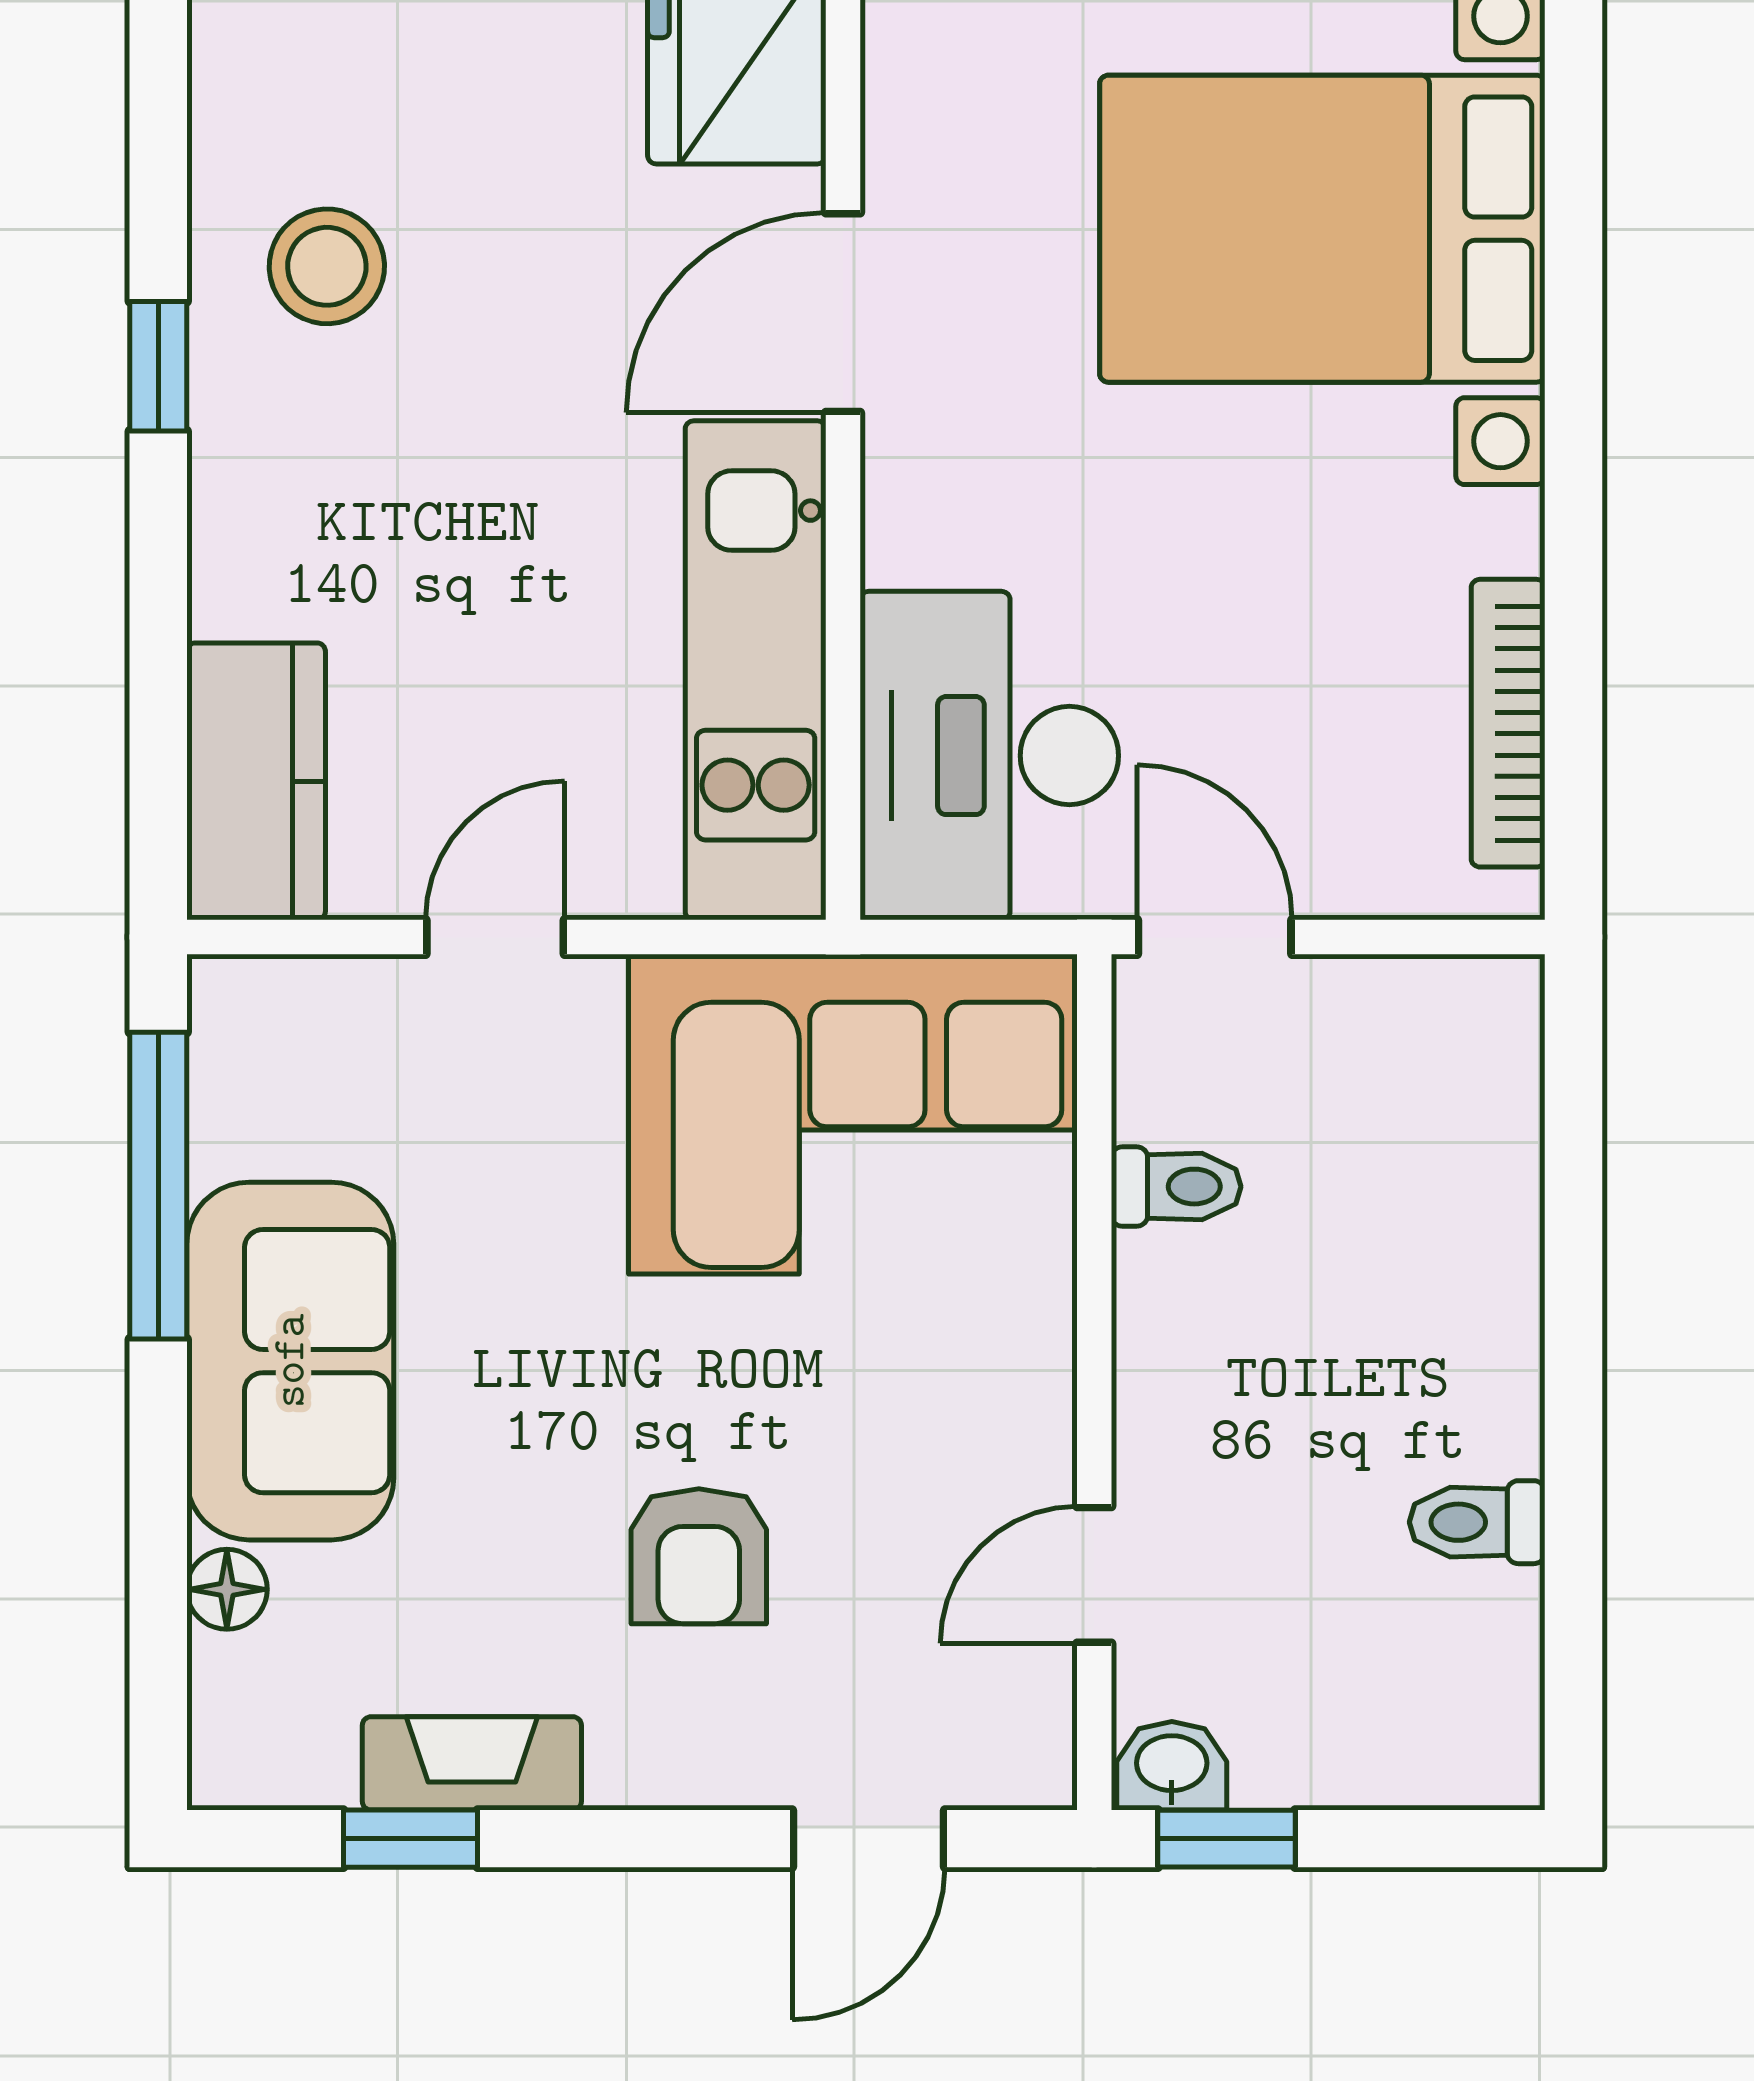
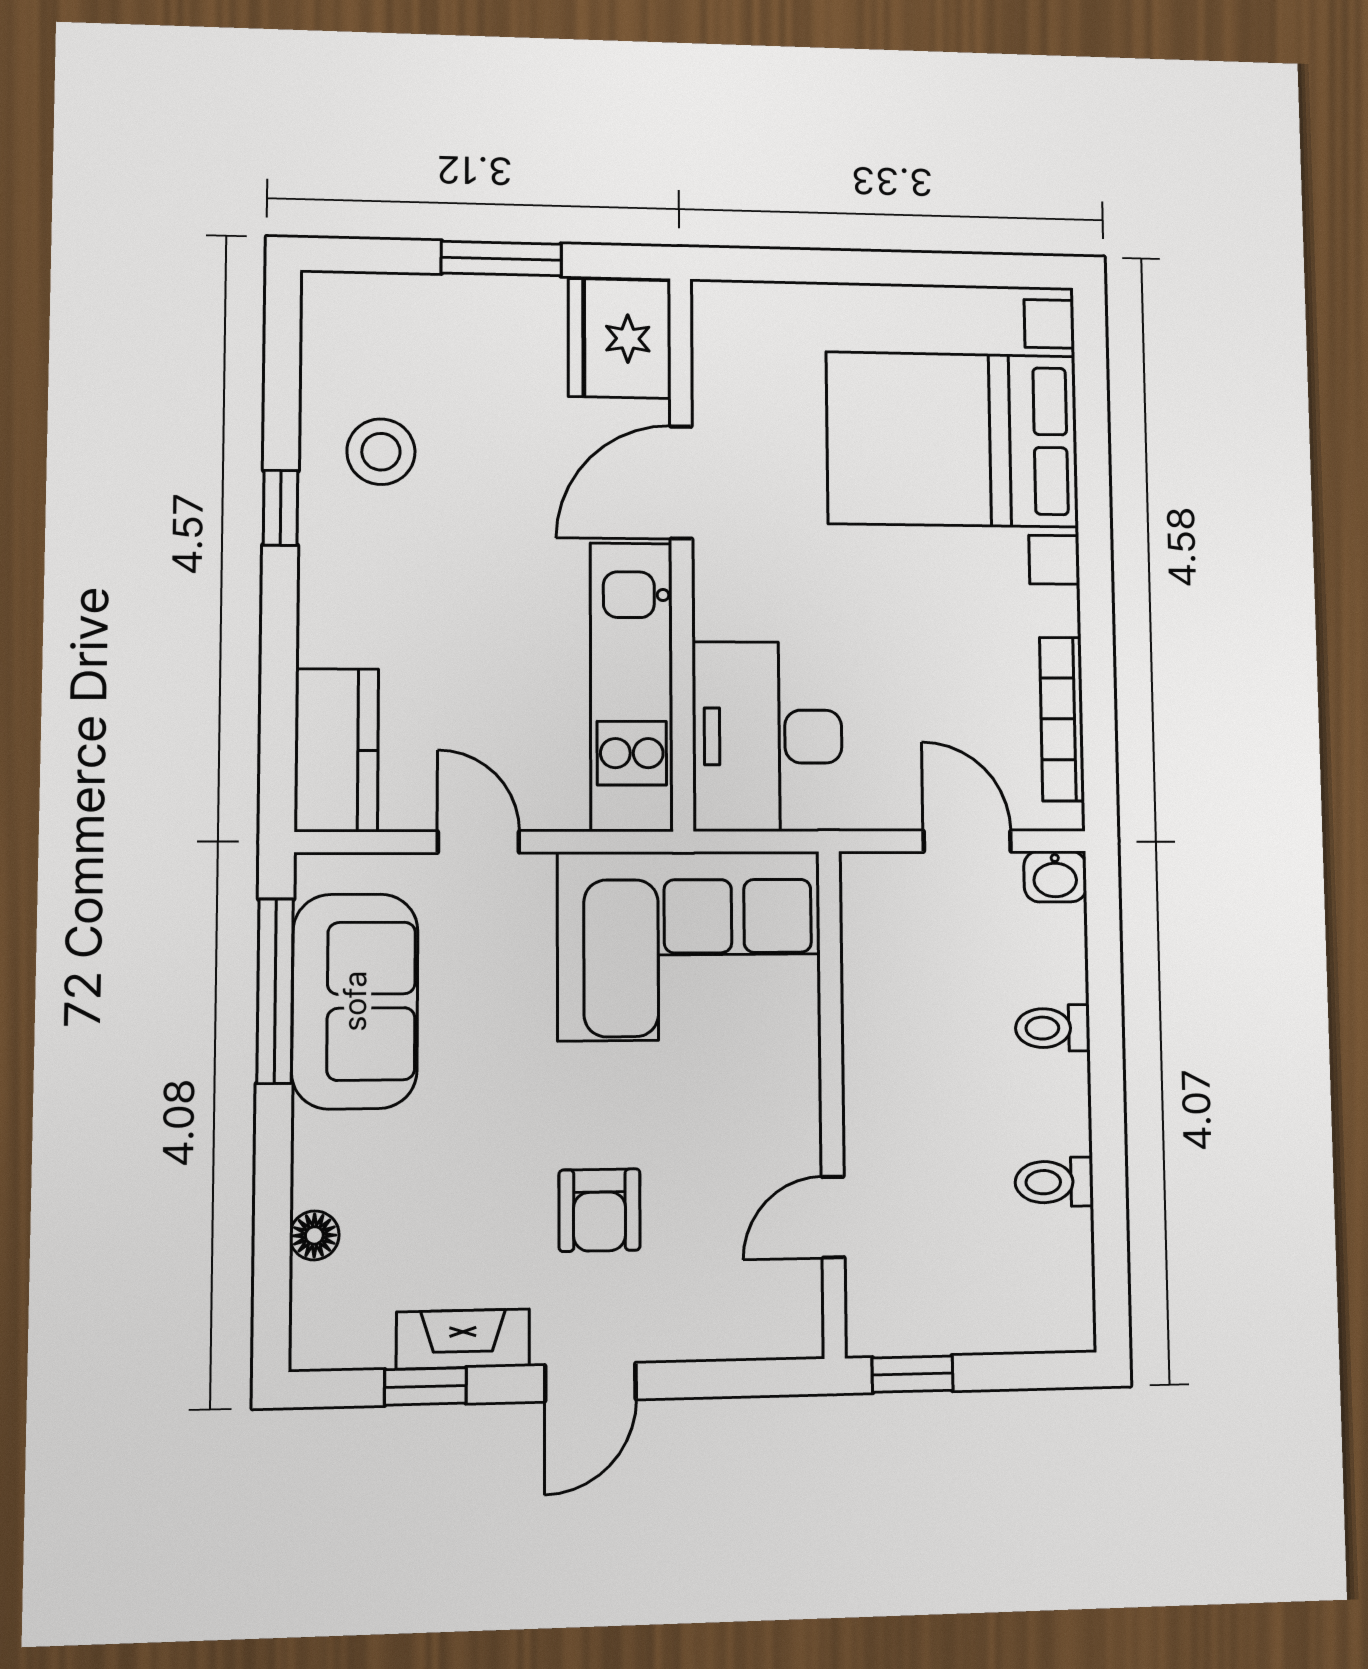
door: (495, 937) -> (479, 842), hinge flipped
door: (1215, 937) -> (967, 841), moved
toilet: (1176, 1187) -> (1053, 1028), moved, turned 180
sofa: (290, 1361) -> (355, 1001), moved
washbasin: (1172, 1766) -> (1055, 876), moved, turned 180
door: (868, 1839) -> (590, 1382), moved

